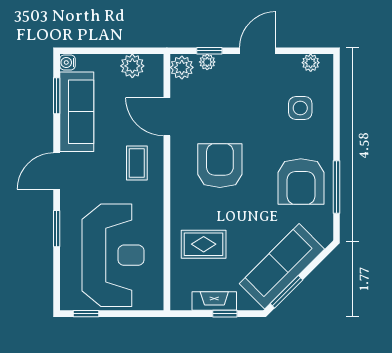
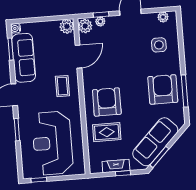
plant: (132, 66) -> (67, 26), moved
door: (167, 117) -> (78, 57), swing flipped
armchair: (220, 166) -> (107, 102), moved
armchair: (301, 182) -> (163, 89), turned 180
reception desk: (113, 255) -> (52, 143), turned 180

